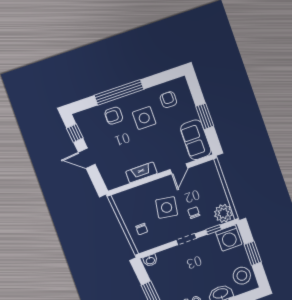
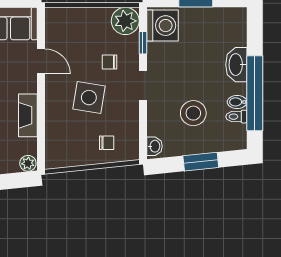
plant: (111, 183) -> (28, 163), added
stool: (242, 276) -> (193, 113), moved

